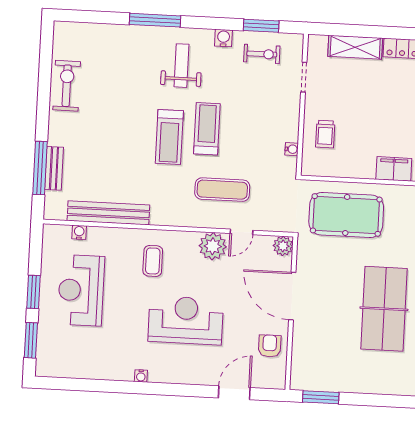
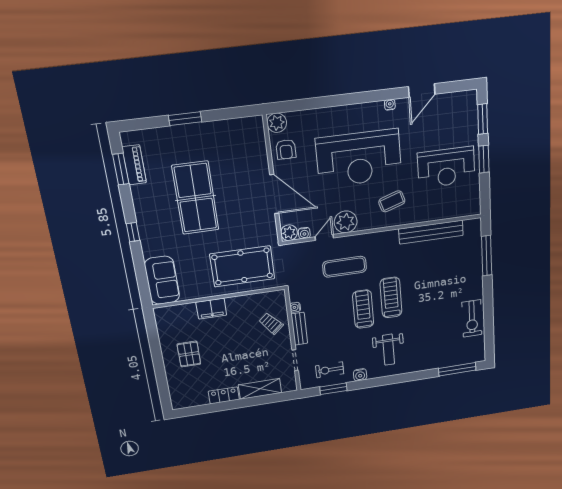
window: (155, 20) -> (457, 369), moved
treadmill: (207, 129) -> (363, 309), turned 180
trolley: (325, 134) -> (271, 323), turned -41
bench: (54, 168) -> (299, 329), moved
water cooler: (79, 232) -> (304, 233), moved
coffee table: (153, 261) -> (392, 201), turned 72
reception desk: (81, 290) -> (446, 167), turned 90
reception desk: (186, 320) -> (359, 158), width x1.36, depth x1.30
plant: (275, 378) -> (277, 123), added
door: (234, 393) -> (422, 90), moved
window: (321, 397) -> (185, 119), moved

